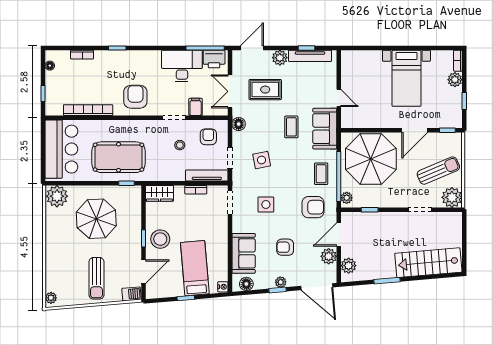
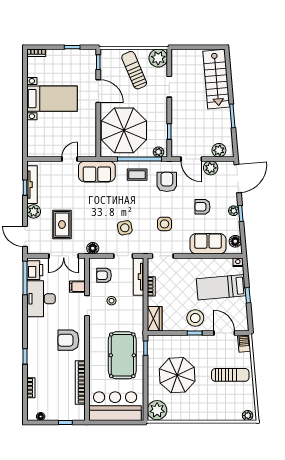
plant: (455, 80) -> (53, 55), removed
coffee table: (291, 127) -> (95, 201), removed
armchair: (285, 247) -> (203, 207), turned 90

